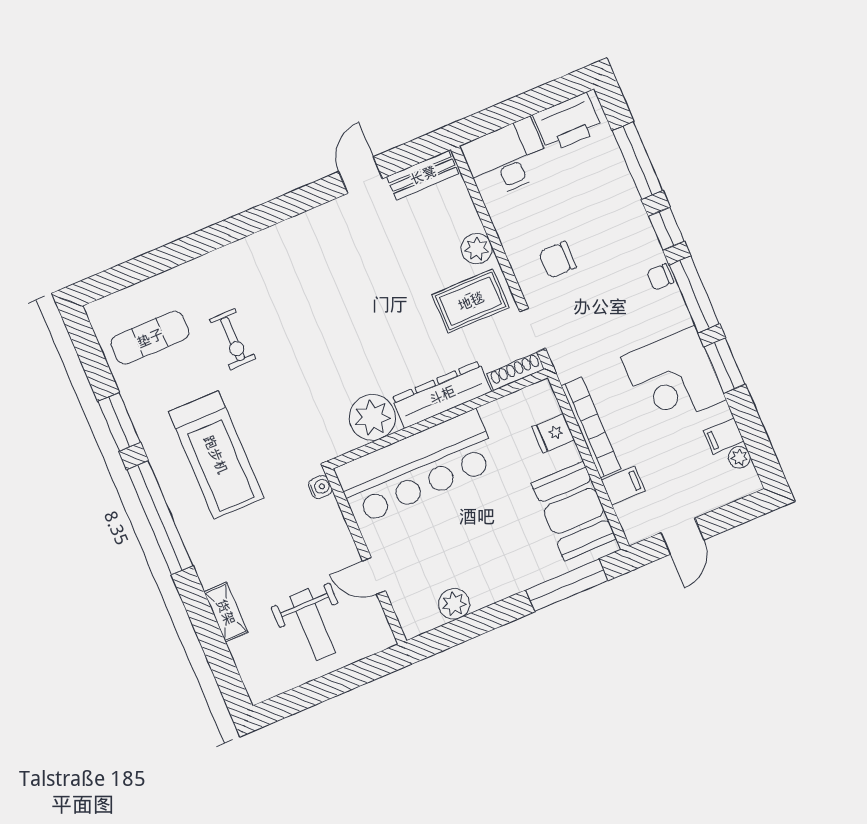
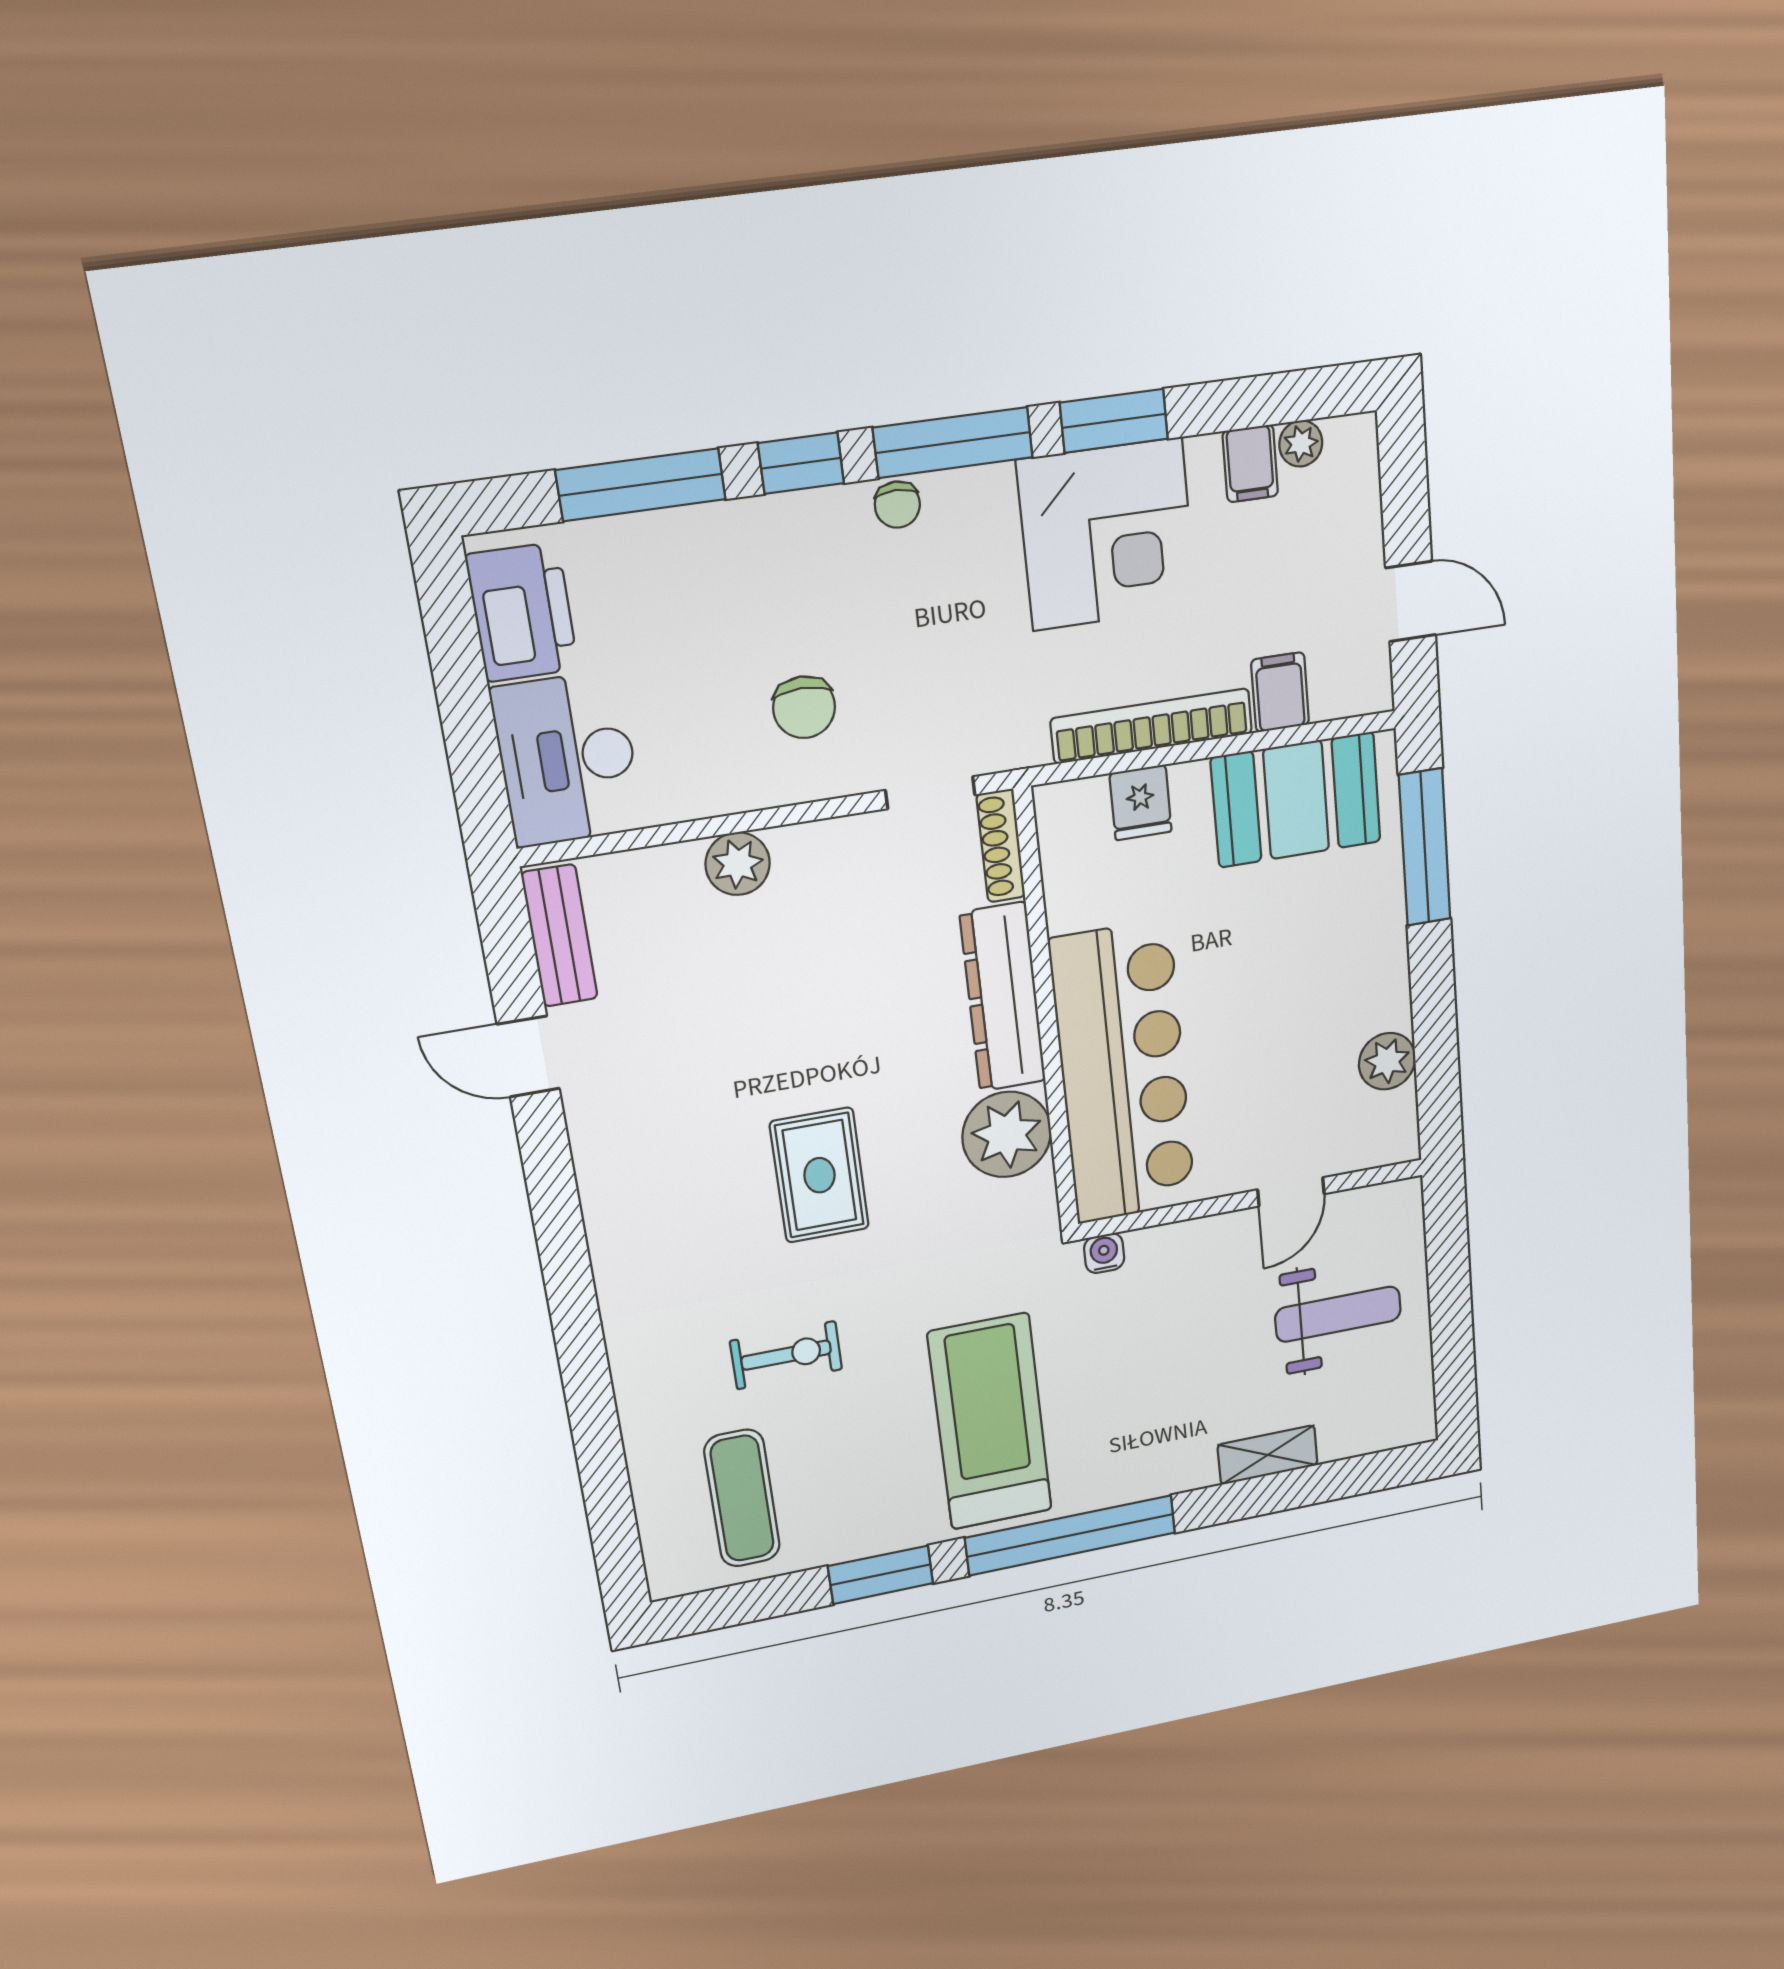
rug: (471, 301) -> (819, 1175), moved
treadmill: (216, 455) -> (990, 1422), turned -90

